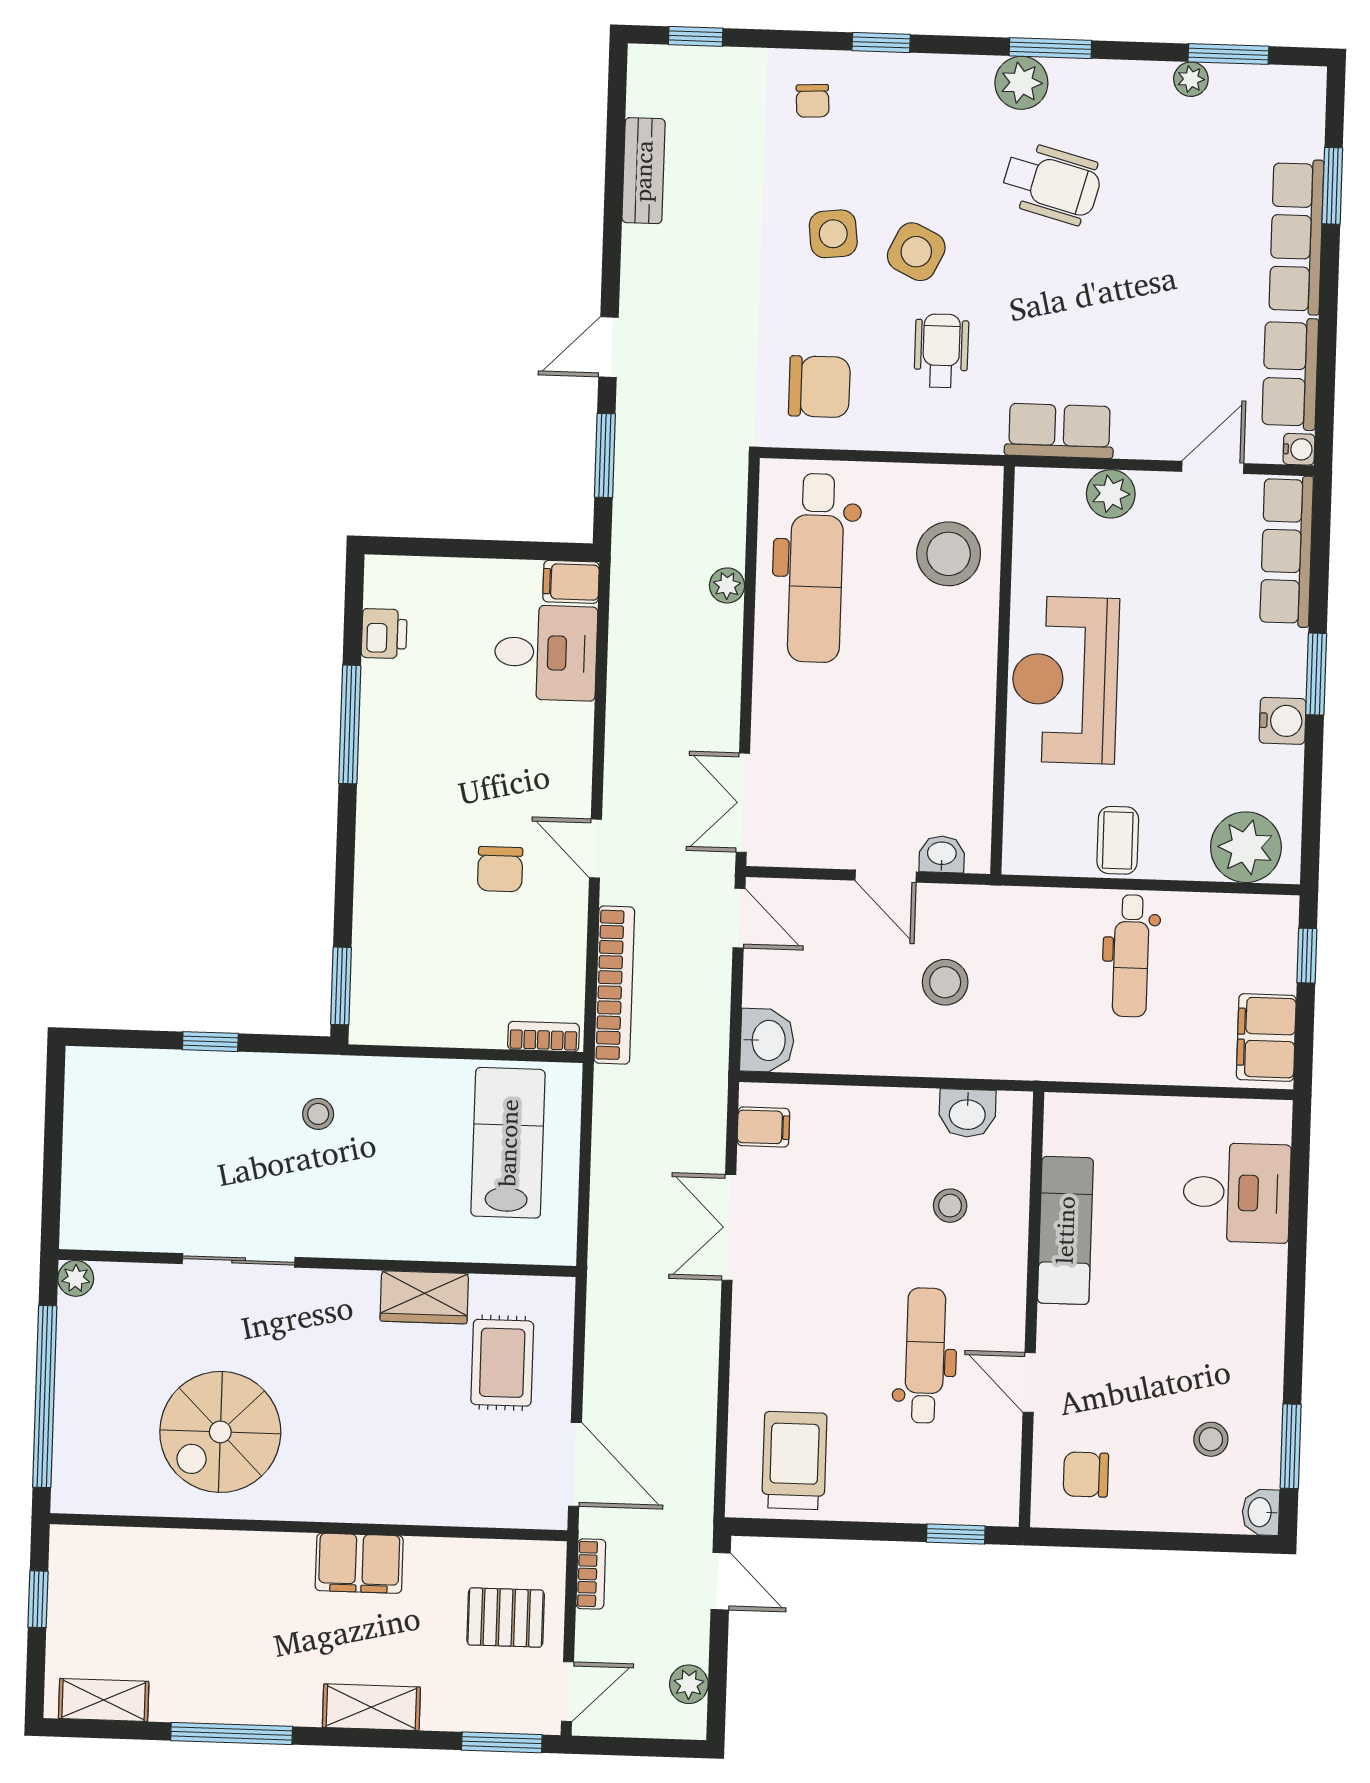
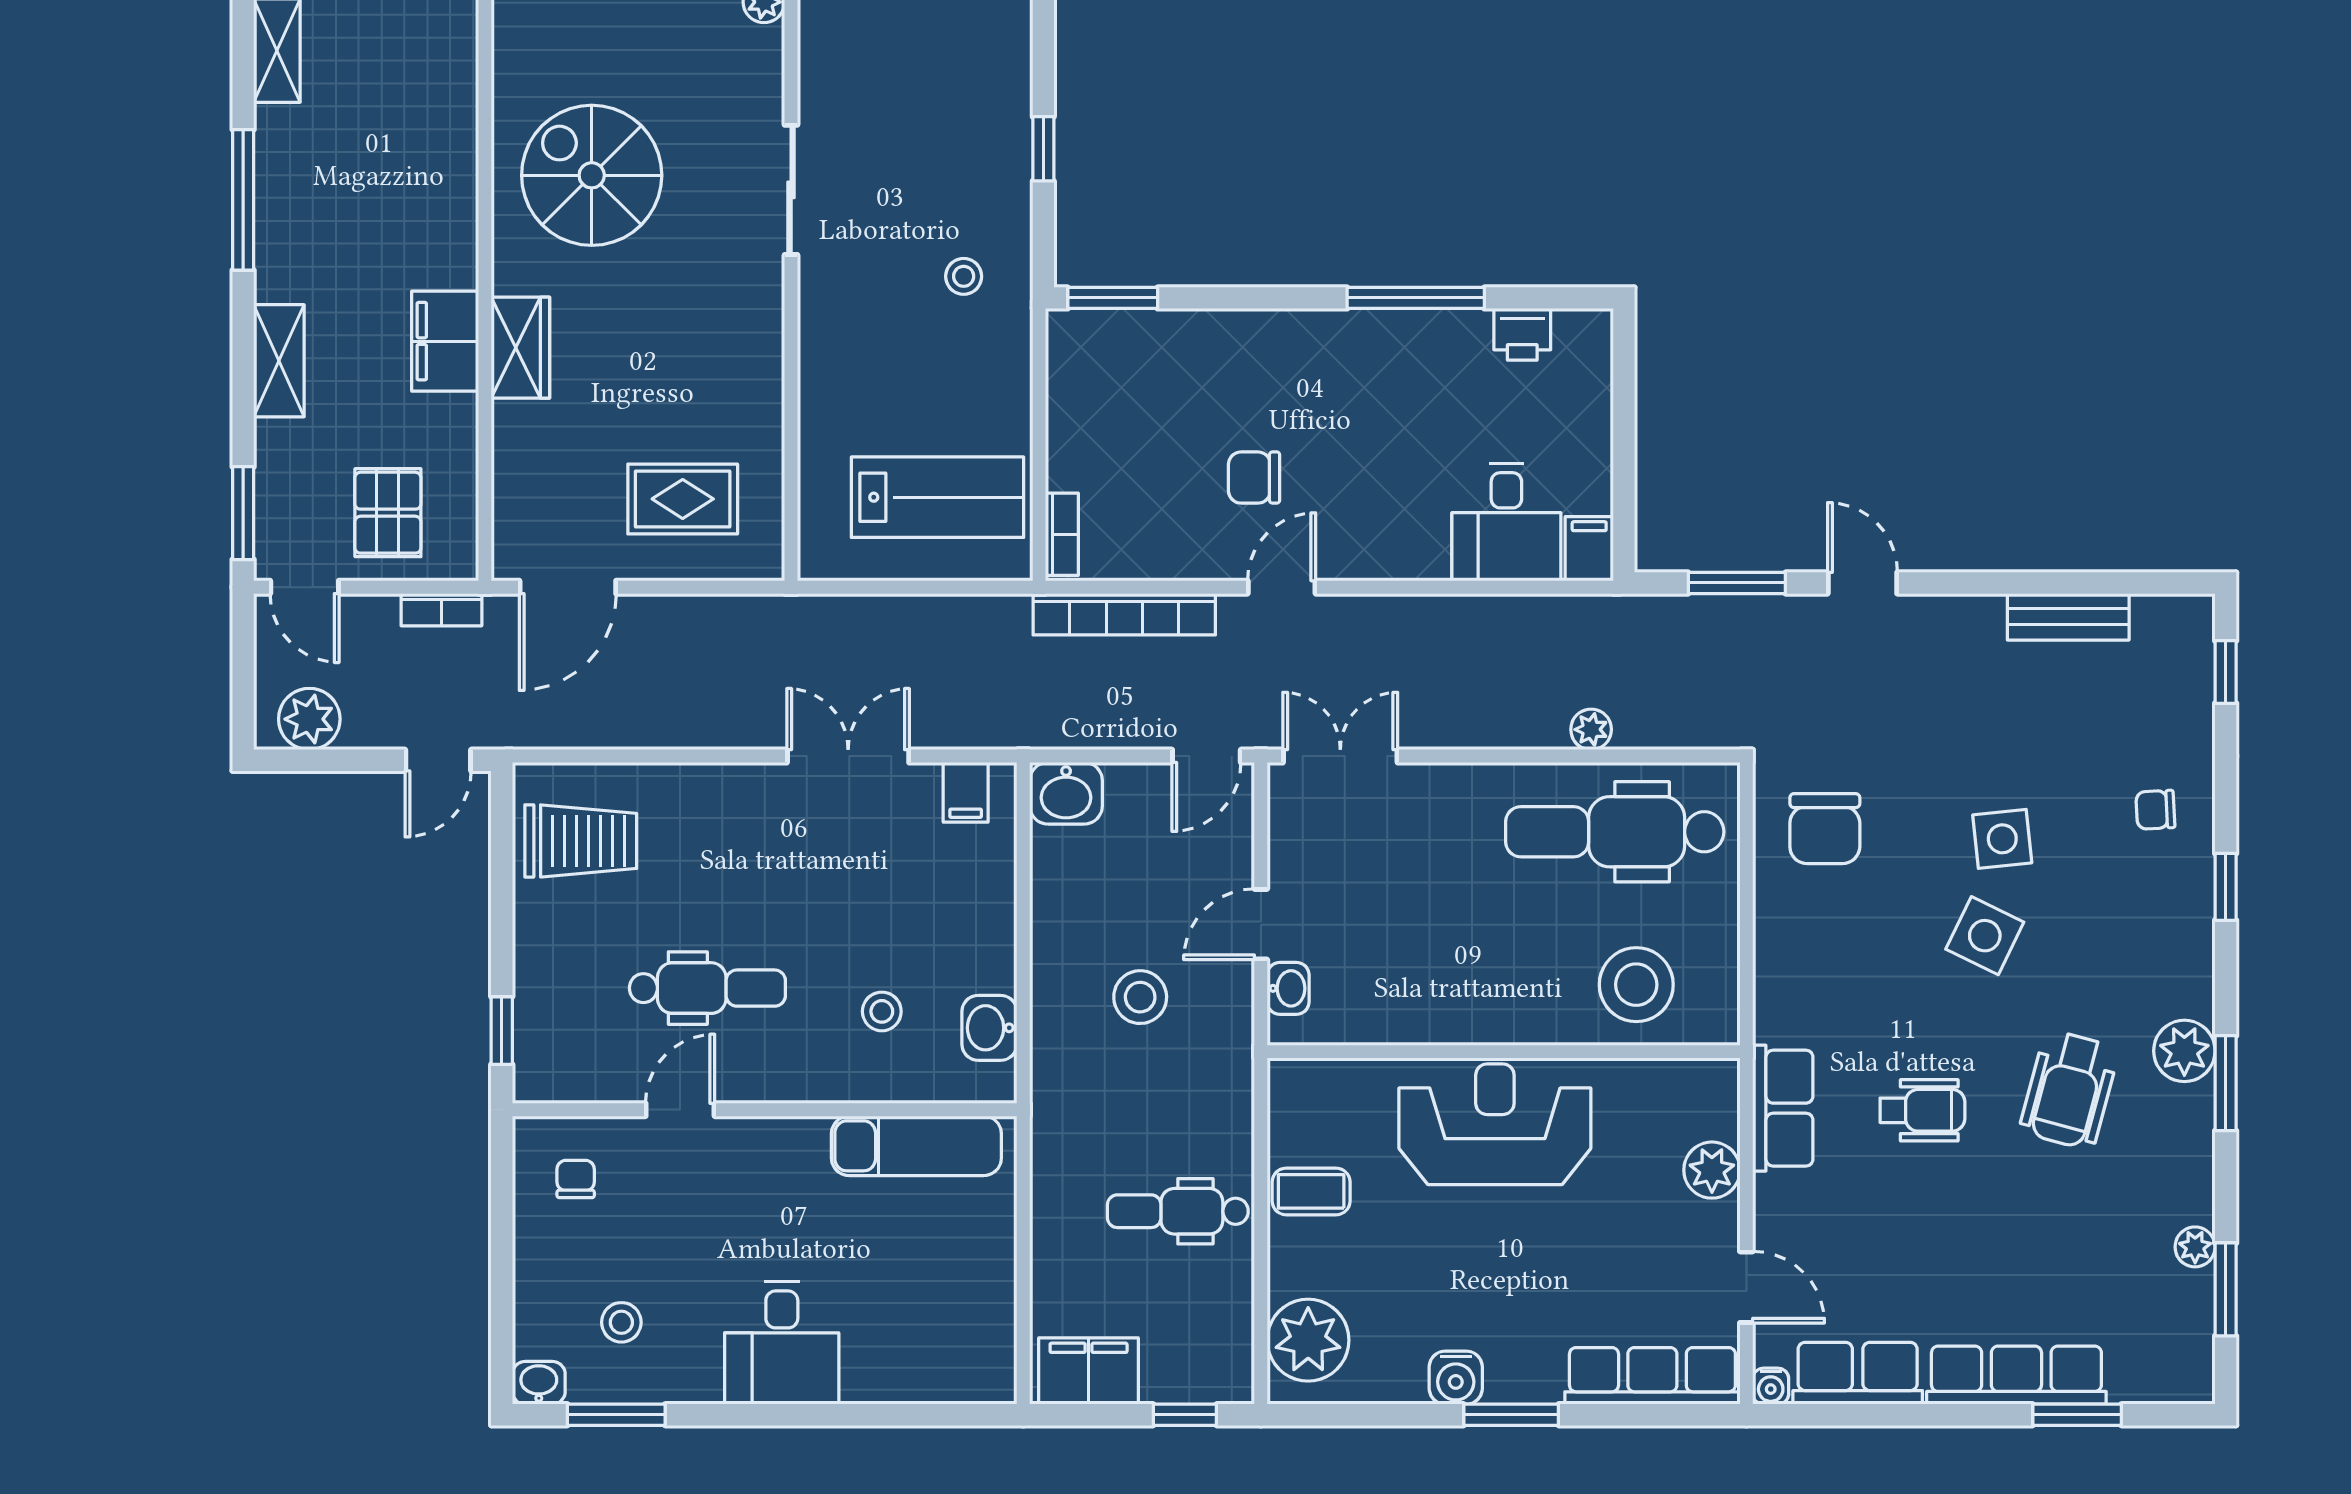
wheelchair: (941, 351) -> (1922, 1110), moved
desk: (1237, 1193) -> (782, 1343), moved
exam couch: (1065, 1230) -> (916, 1146), moved
wardrobe: (424, 1297) -> (520, 348), moved, turned 180
chair: (1086, 1475) -> (576, 1179), width x0.73, depth x0.73
plant: (689, 1684) -> (309, 719), width x1.38, depth x1.38

